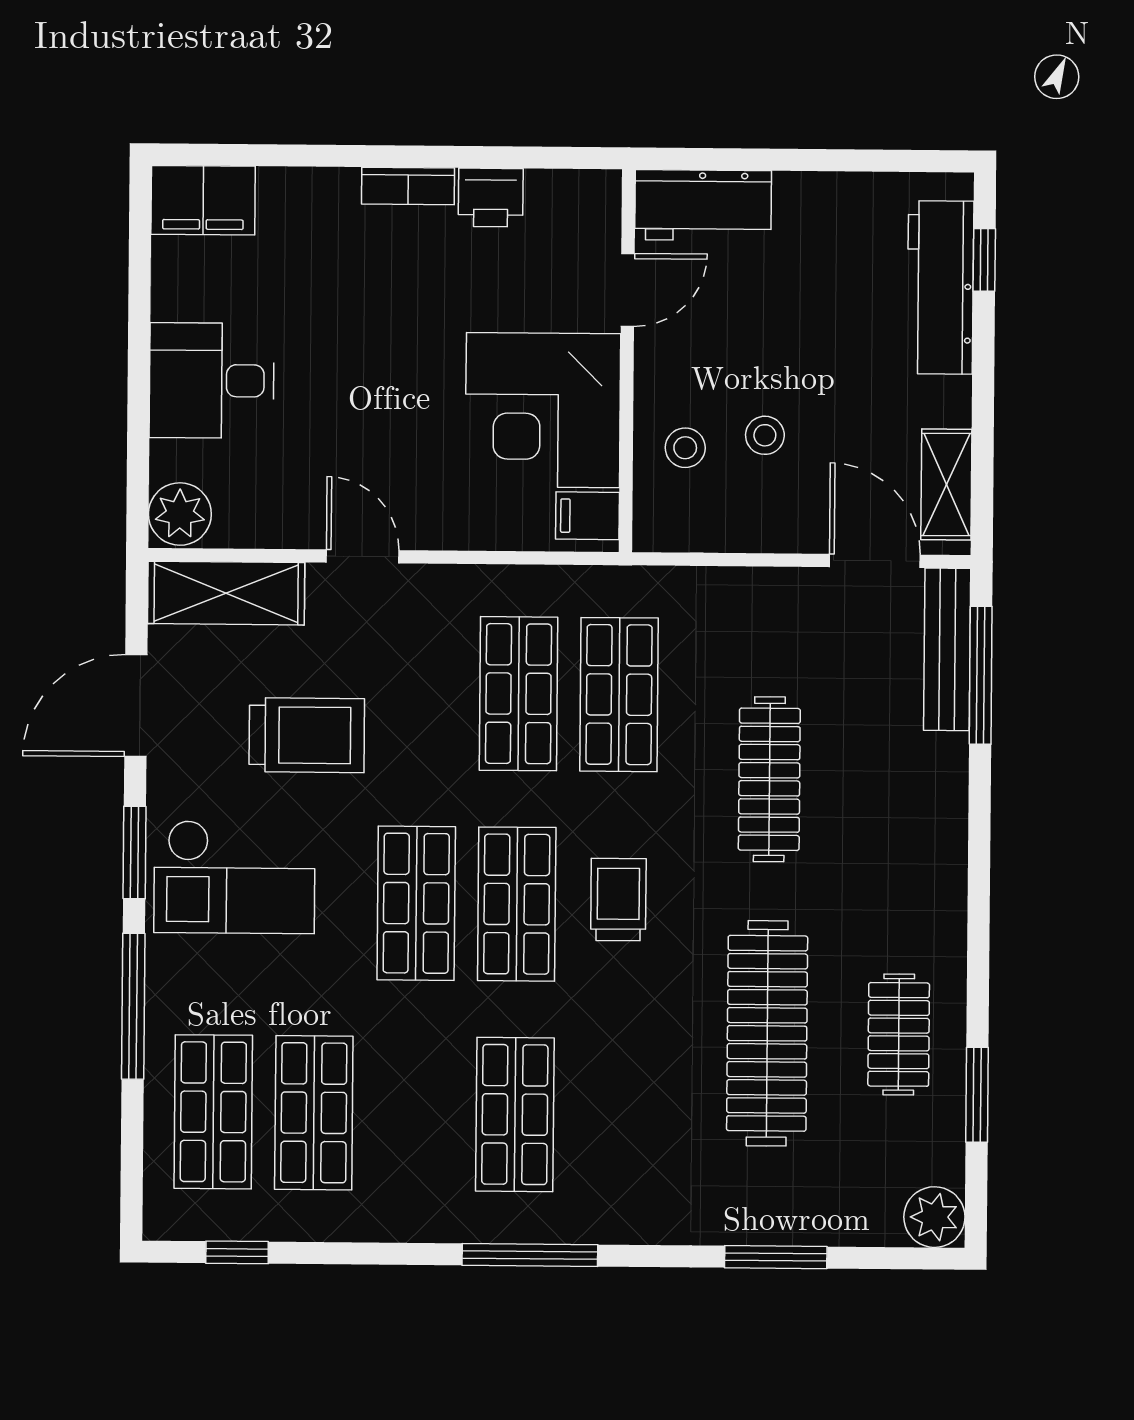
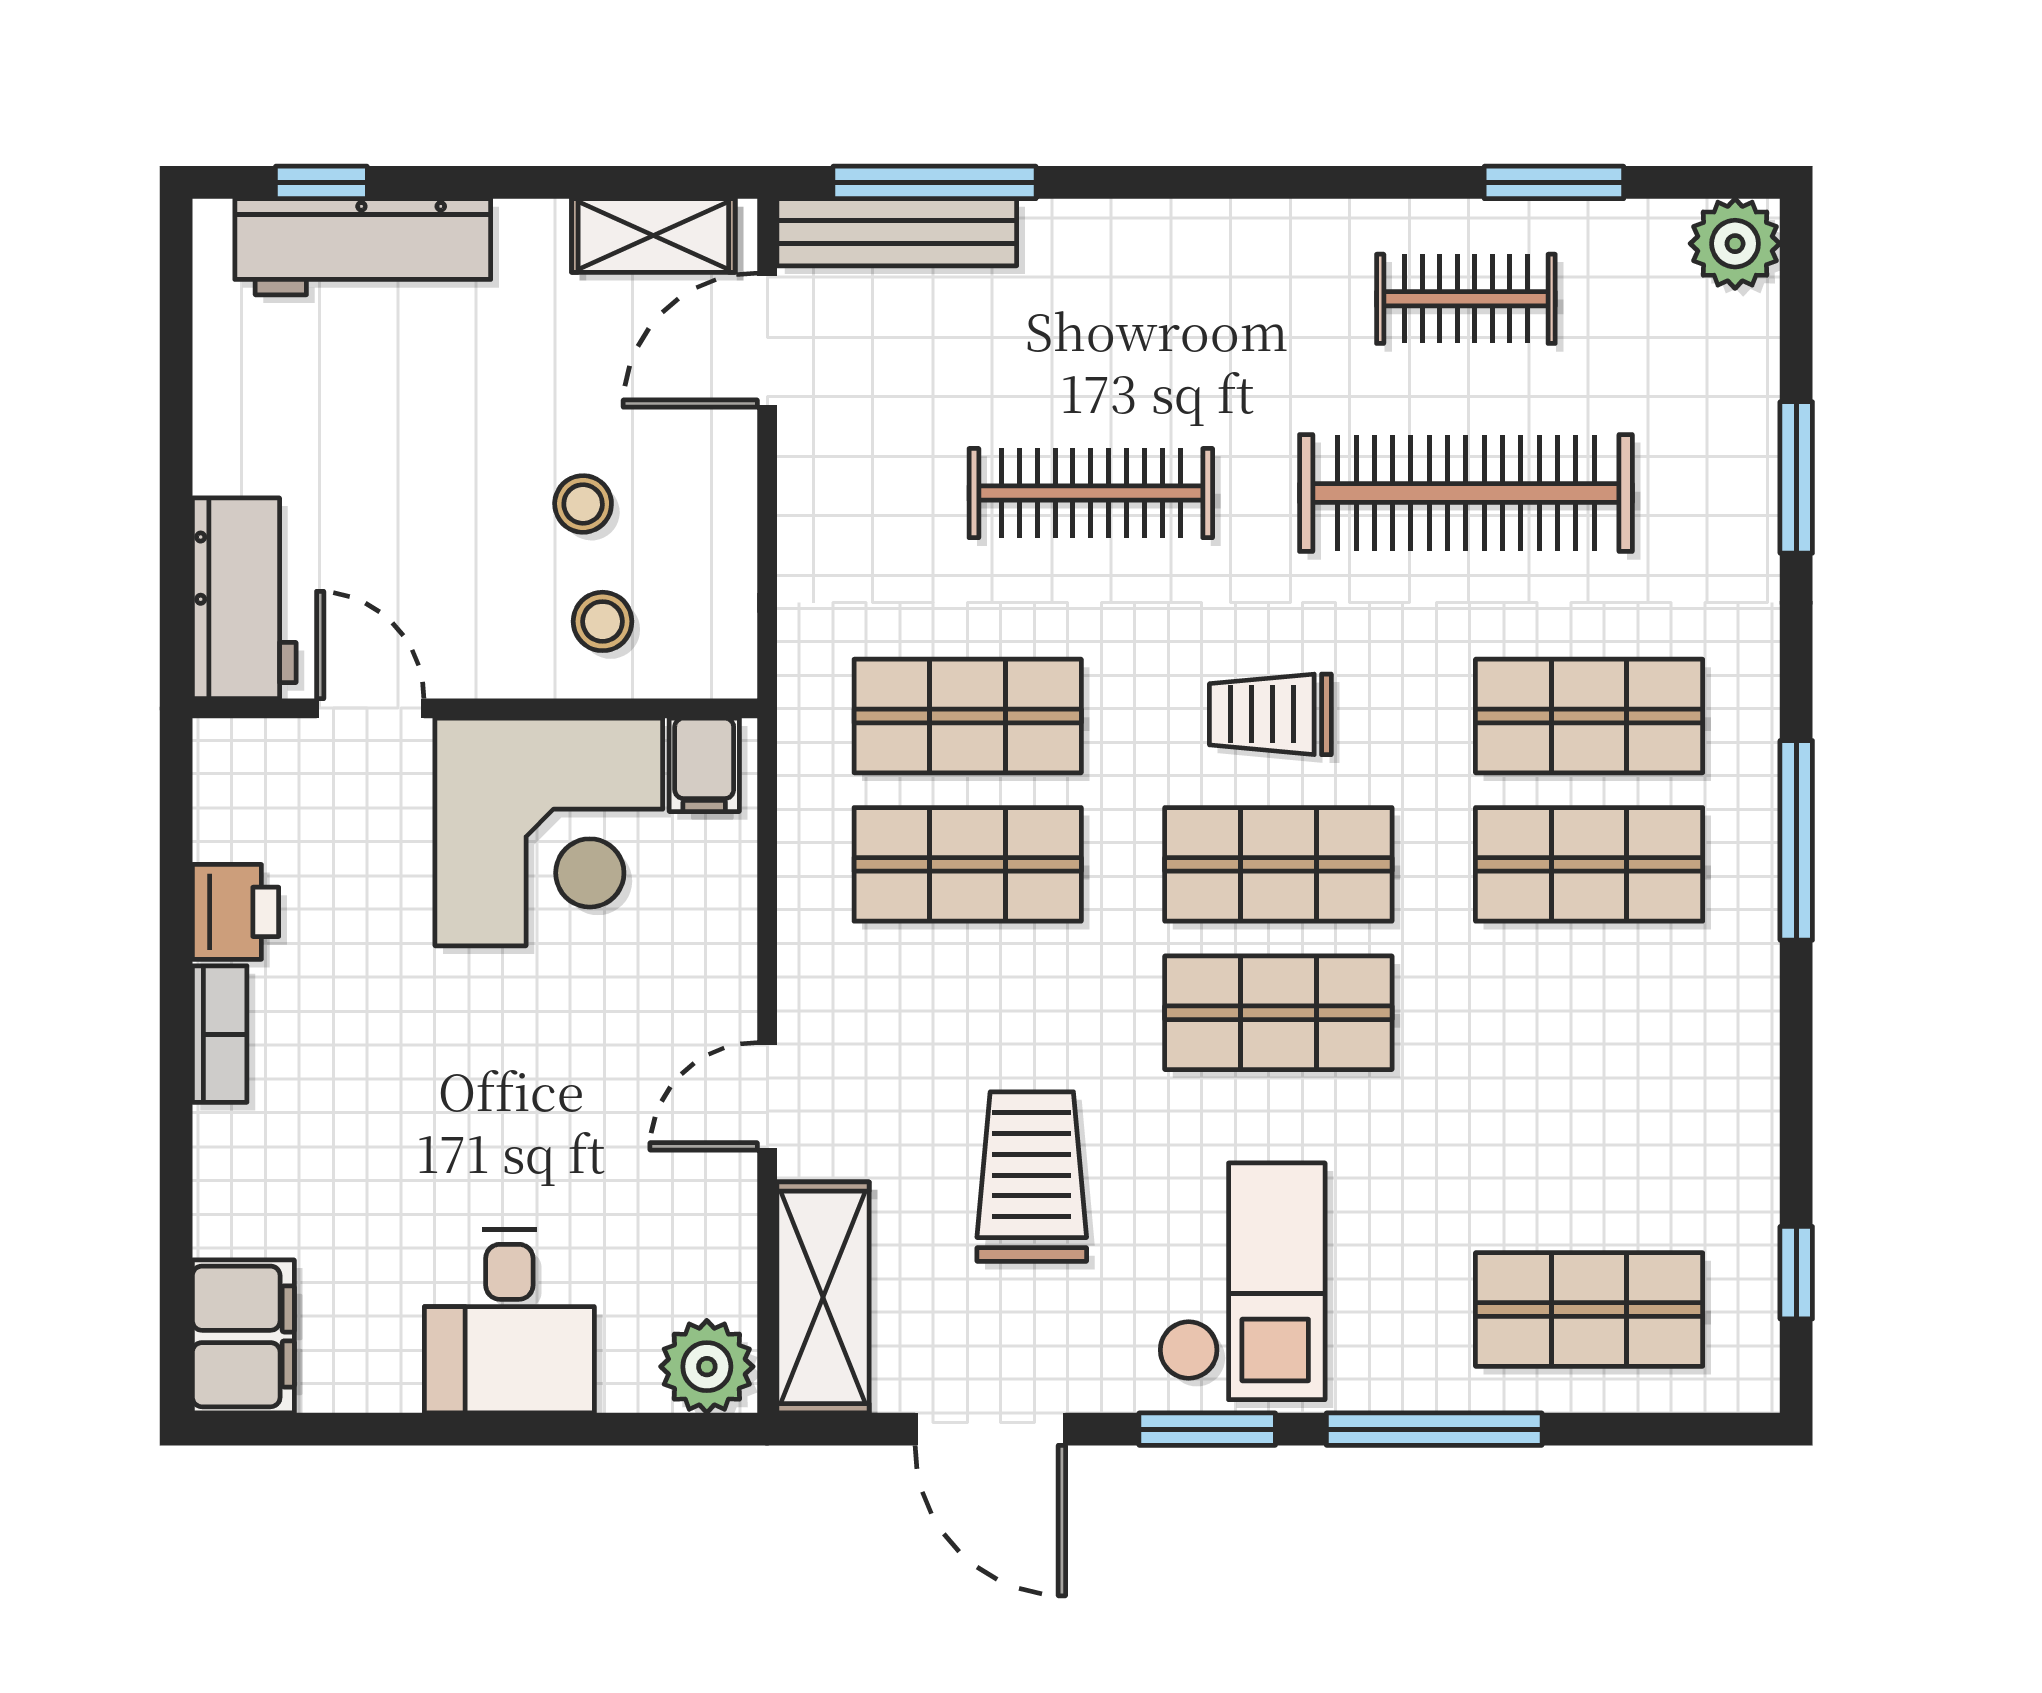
shop shelf: (314, 1113) -> (1589, 716), moved

